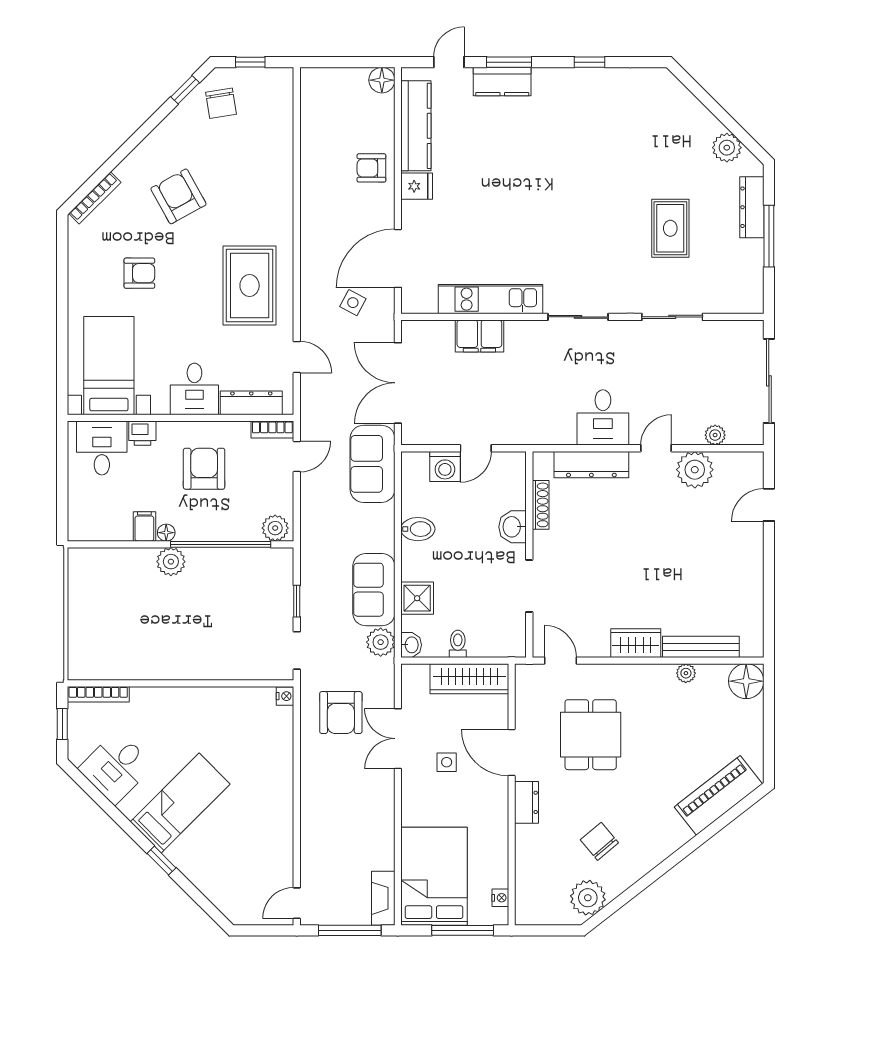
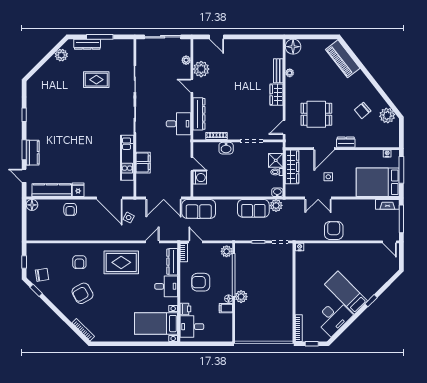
armchair: (139, 273) -> (79, 262), moved, turned 180
desk: (603, 417) -> (179, 124), moved
bidet: (418, 529) -> (227, 189), removed
shower: (417, 598) -> (276, 160), moved
bench: (701, 647) -> (278, 71), width x0.73
armchair: (341, 713) -> (334, 230), moved, turned -90
desk: (116, 767) -> (334, 317), width x1.37

